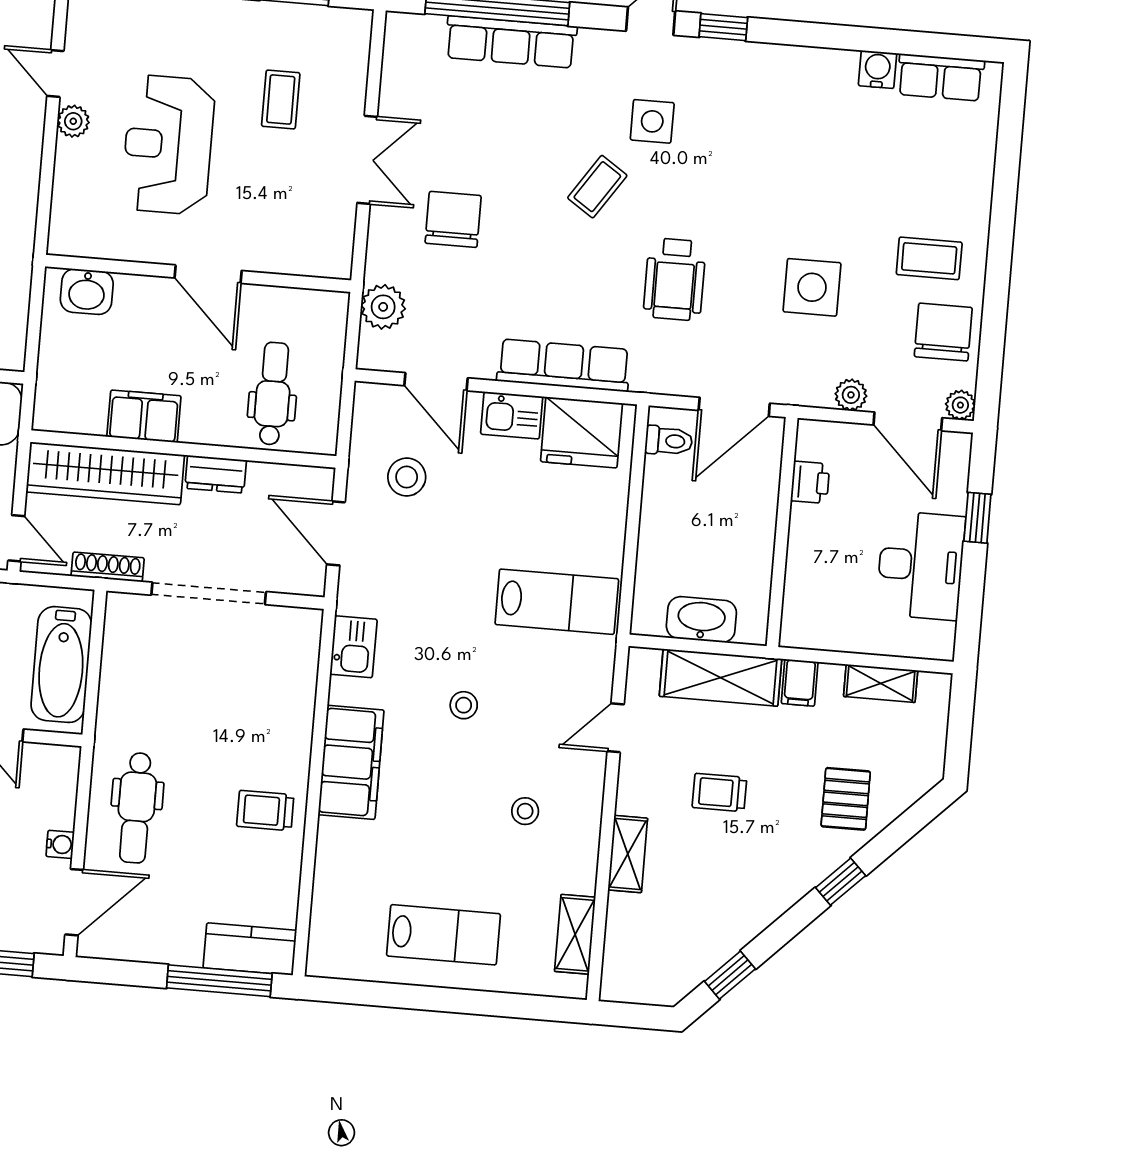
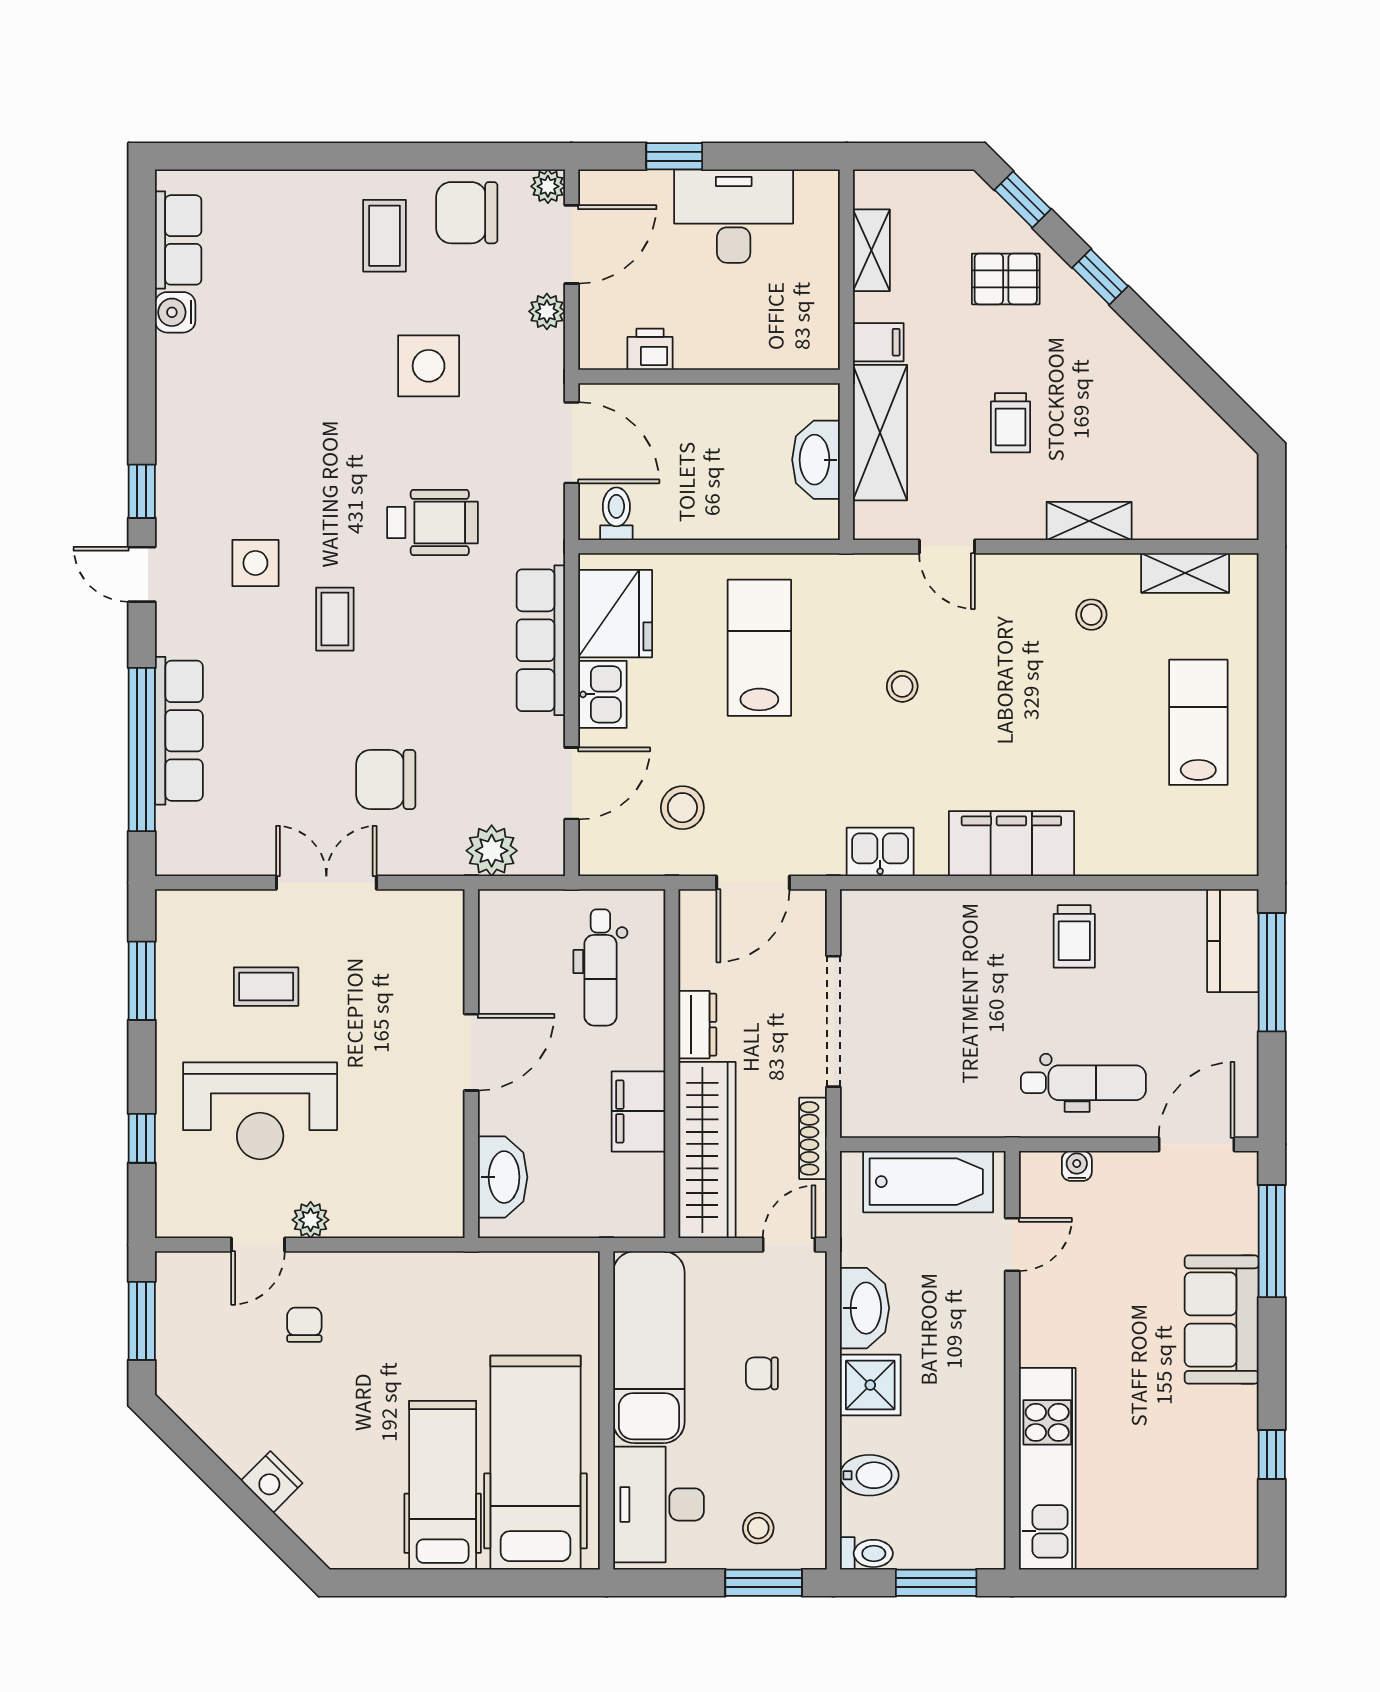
reception desk: (168, 145) -> (260, 1111), moved
coffee table: (597, 187) -> (335, 619), turned 56
washbasin: (87, 292) -> (503, 1177), width x1.38
dental chair: (273, 394) -> (600, 967), turned -90
lab bench: (557, 602) -> (759, 648), moved
stool: (464, 705) -> (902, 686), moved
stool: (525, 811) -> (1091, 615), moved
water cooler: (60, 844) -> (1077, 1166), moved
door: (74, 902) -> (1197, 1144), hinge flipped
window: (730, 975) -> (1023, 199), moved

